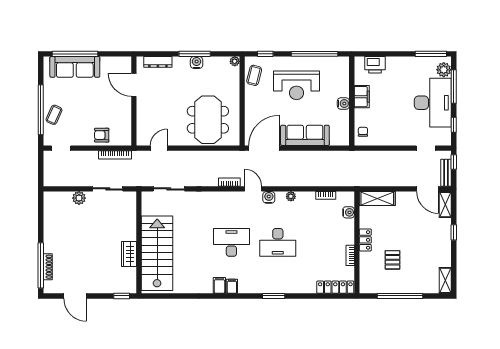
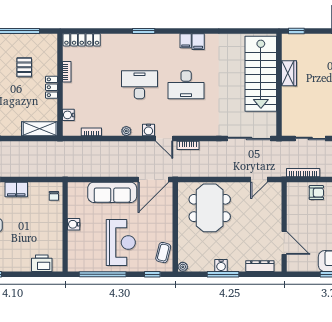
reception desk: (296, 85) -> (121, 242), turned 90
filing cabinet: (362, 97) -> (16, 190), moved, turned -90
sliding door: (169, 189) -> (249, 138), width x1.37

